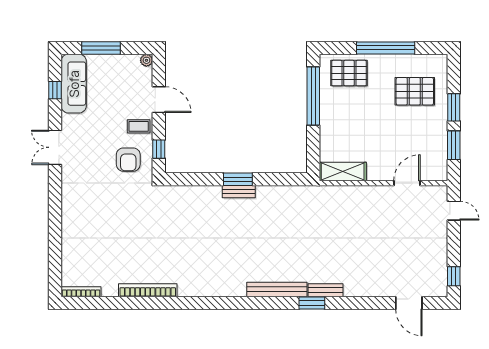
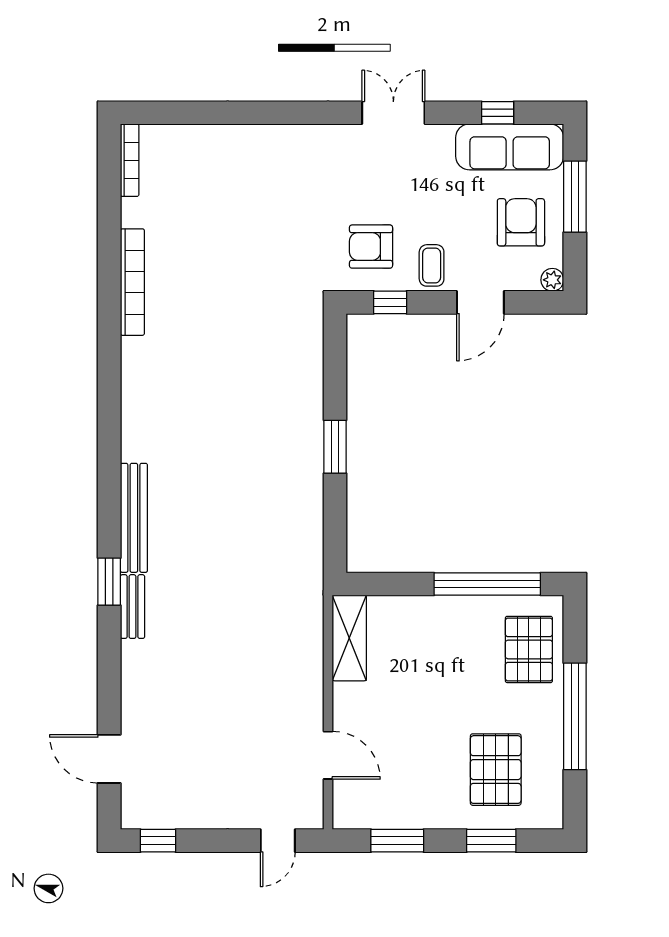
armchair: (115, 77) -> (521, 222), added
window: (454, 107) -> (491, 841), moved
bench: (239, 192) -> (312, 448), removed
door: (409, 303) -> (109, 759), hinge flipped

